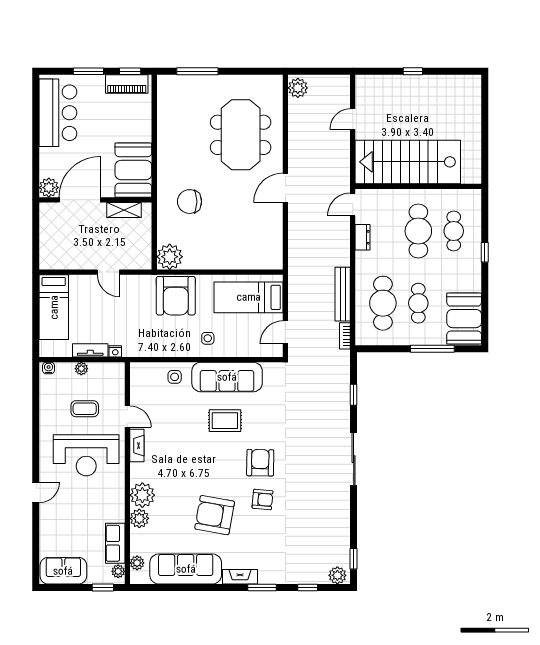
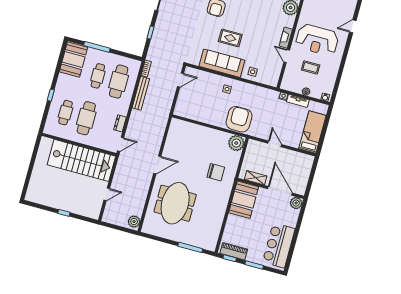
door: (80, 200) -> (280, 191), swing flipped
bed: (249, 297) -> (197, 107), removed
reception desk: (86, 455) -> (317, 40), turned 180

